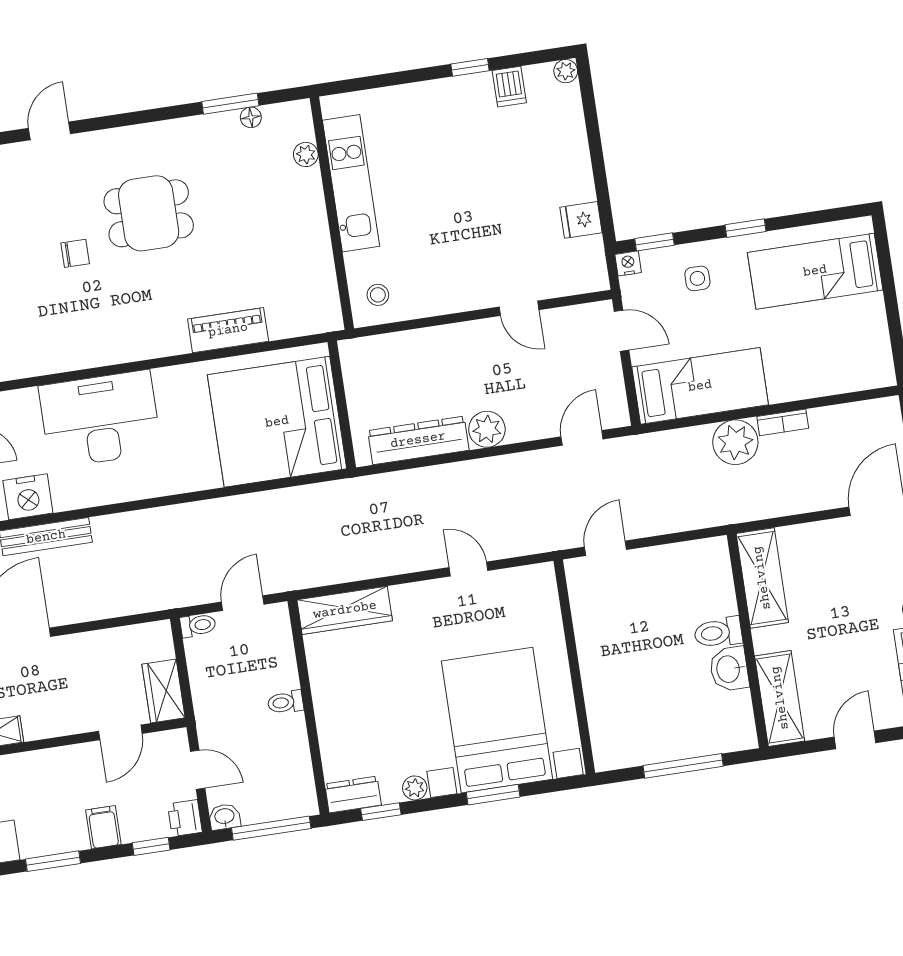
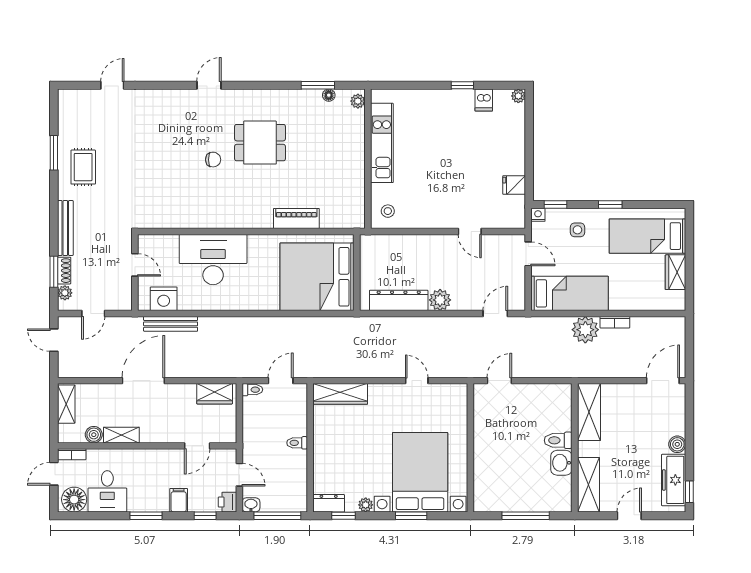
plant: (306, 154) -> (358, 101), moved
wardrobe: (871, 324) -> (676, 272), added
wardrobe: (164, 691) -> (215, 394), moved, turned -90

